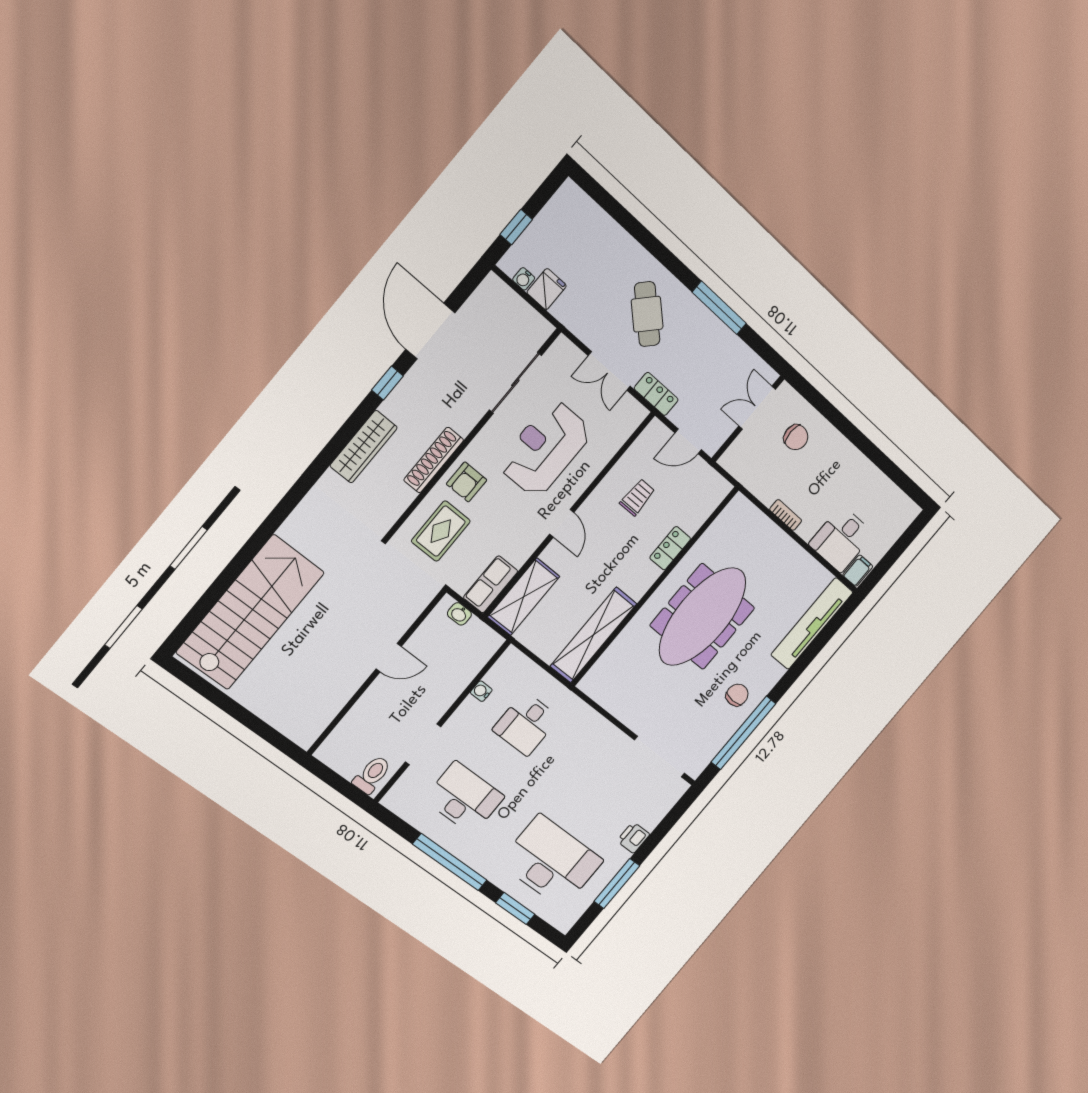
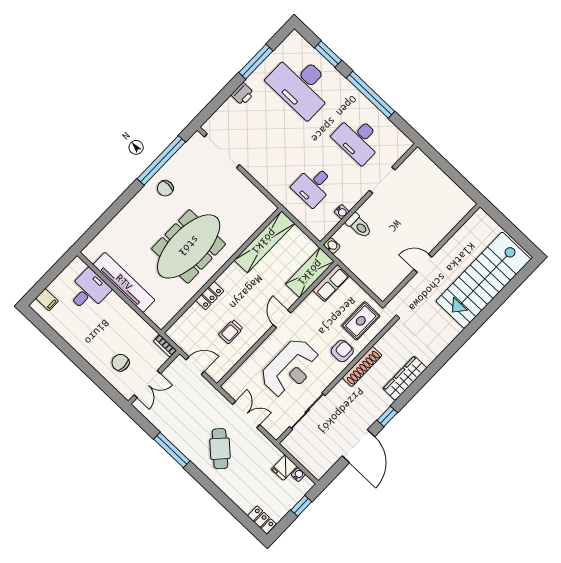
locker: (656, 394) -> (262, 520), moved, turned 180
bookcase: (786, 515) -> (165, 346), moved
filing cabinet: (858, 571) -> (47, 300), moved, turned -90
washbasin: (459, 614) -> (332, 246), moved
tv unit: (812, 624) -> (124, 282), moved, turned -90
door: (389, 658) -> (423, 263), moved
wall: (377, 672) -> (431, 254), moved
desk: (526, 724) -> (313, 186), turned 180
toilet: (372, 775) -> (359, 226), moved, turned -90

